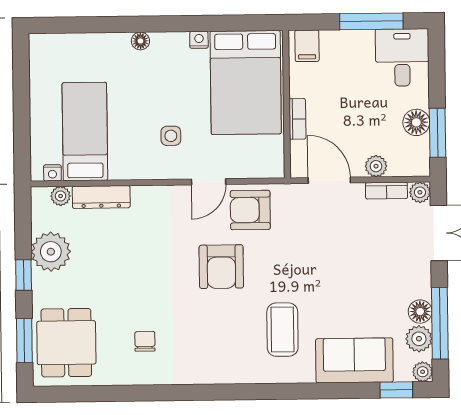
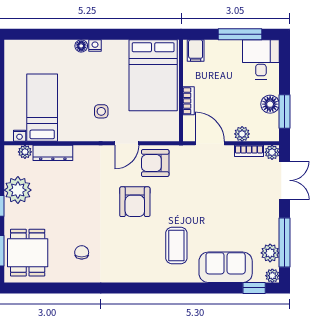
nightstand: (199, 40) -> (95, 46), moved
floor lamp: (420, 312) -> (271, 234), removed

